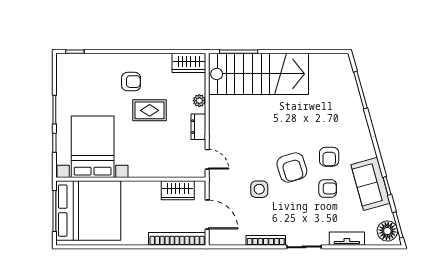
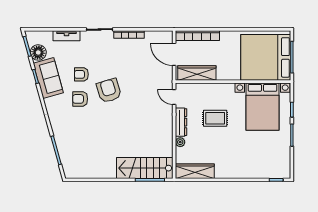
wardrobe: (189, 63) -> (195, 171), width x1.50
stairs: (259, 74) -> (145, 168), width x0.73, depth x0.66
armchair: (131, 82) -> (233, 157), removed
rug: (150, 110) -> (215, 118), moved
dresser: (198, 127) -> (181, 122), width x1.44
armchair: (329, 157) -> (80, 99), turned -90
side table: (259, 189) -> (134, 74), removed
wardrobe: (178, 190) -> (197, 73), width x1.50
floor lamp: (387, 231) -> (38, 52), moved

